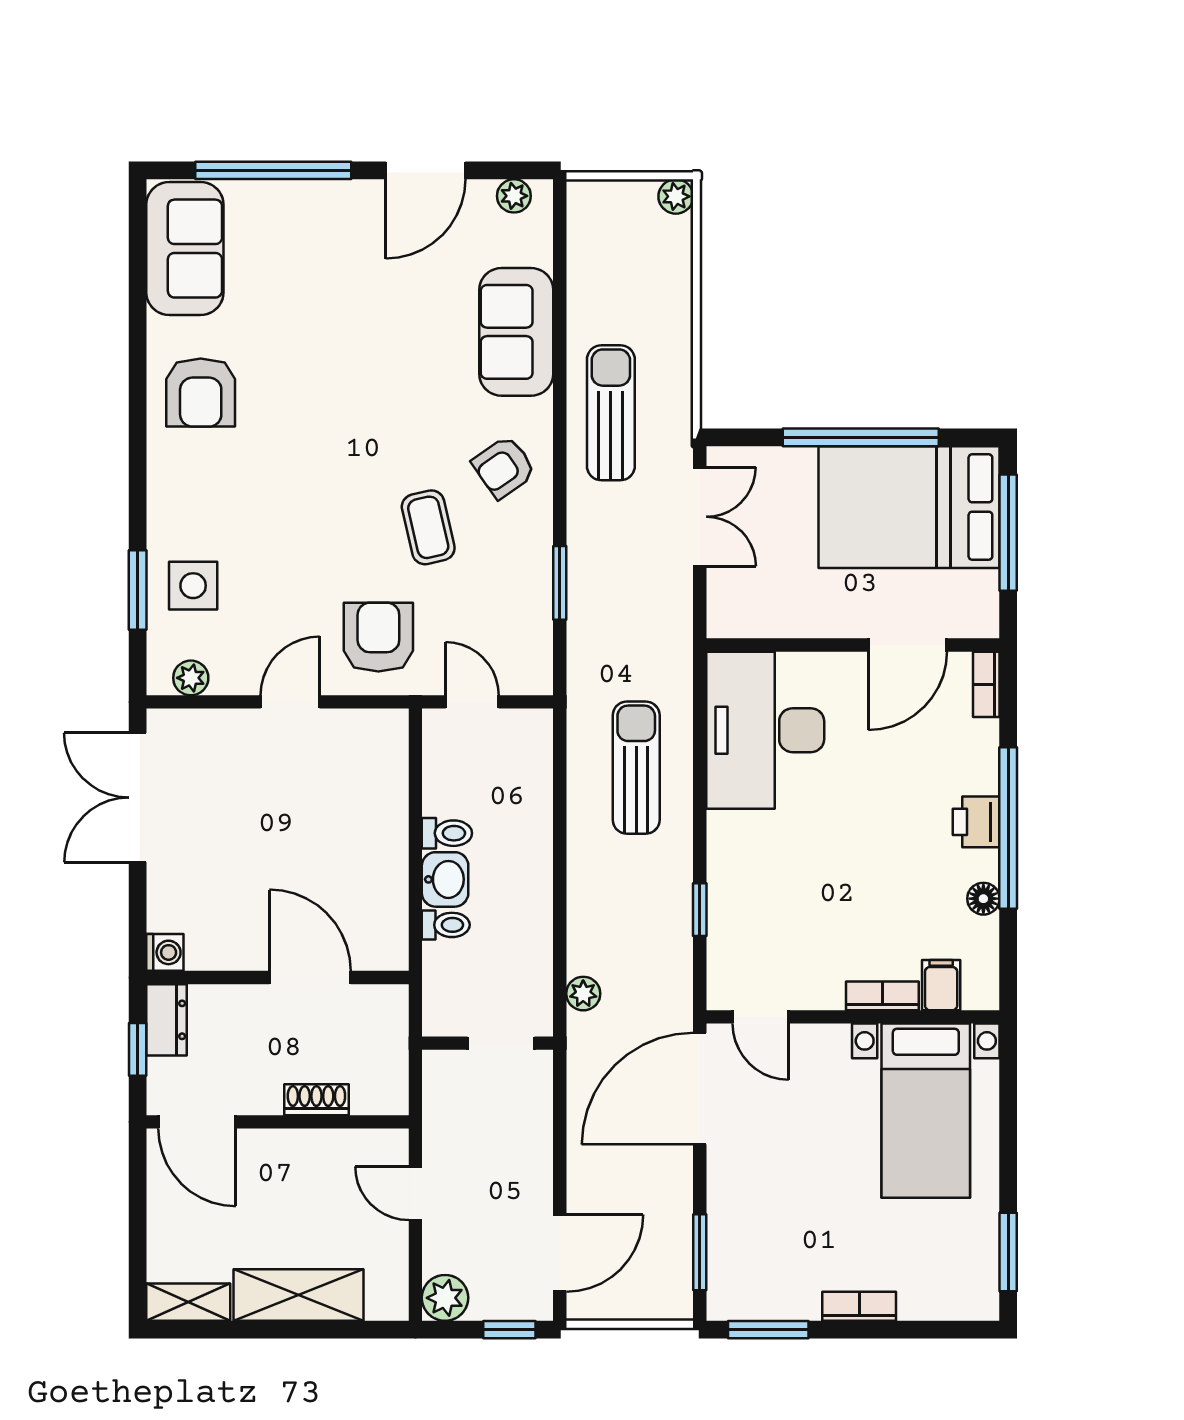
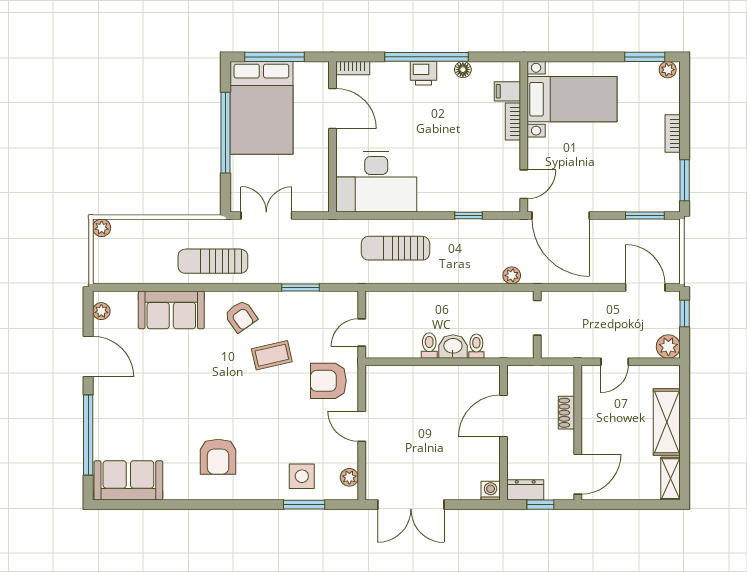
armchair: (201, 392) -> (218, 457), moved, turned 90
plant: (983, 1297) -> (668, 70), added

